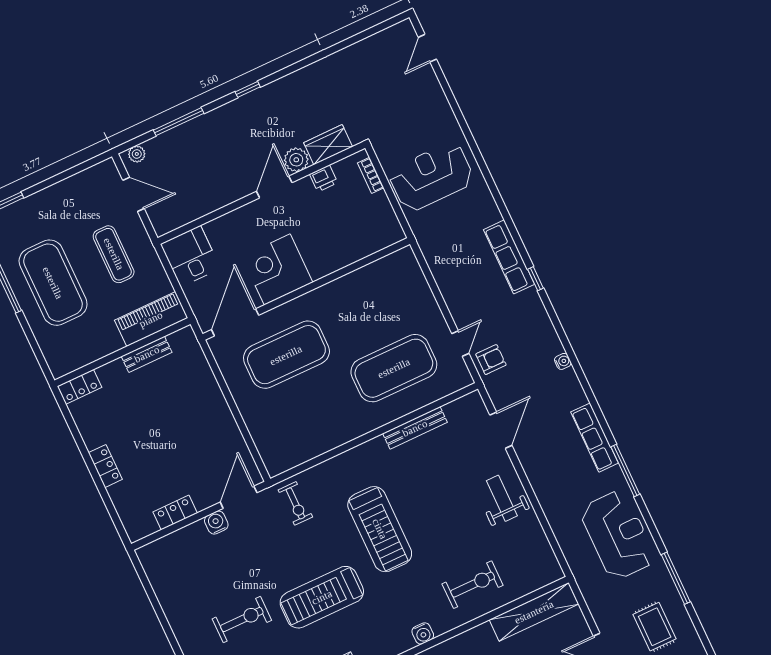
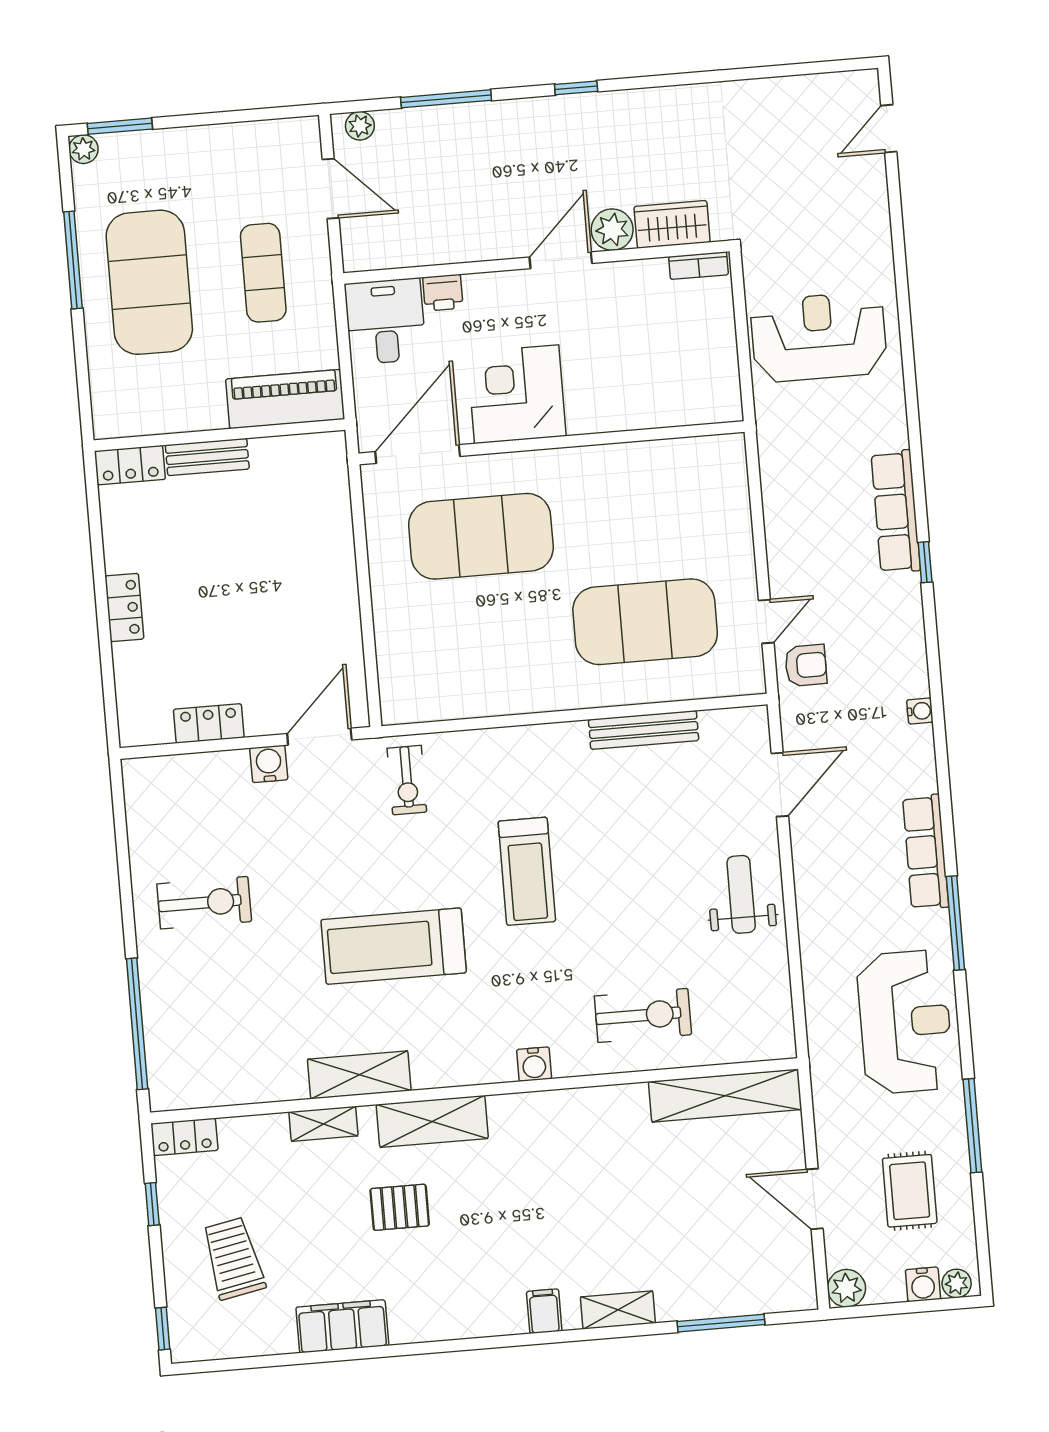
bookcase: (371, 175) -> (699, 266), moved, turned -90
printer: (324, 178) -> (443, 293), moved
bench: (147, 354) -> (207, 457), moved
treadmill: (380, 529) -> (527, 871), width x0.73, depth x0.73
exercise bike: (242, 620) -> (204, 903), moved

